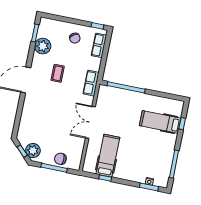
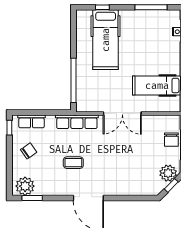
plant: (43, 46) -> (25, 186), moved
row of seats: (91, 83) -> (77, 122), width x1.48
hospital bed: (160, 122) -> (106, 40), width x1.37, depth x1.29

